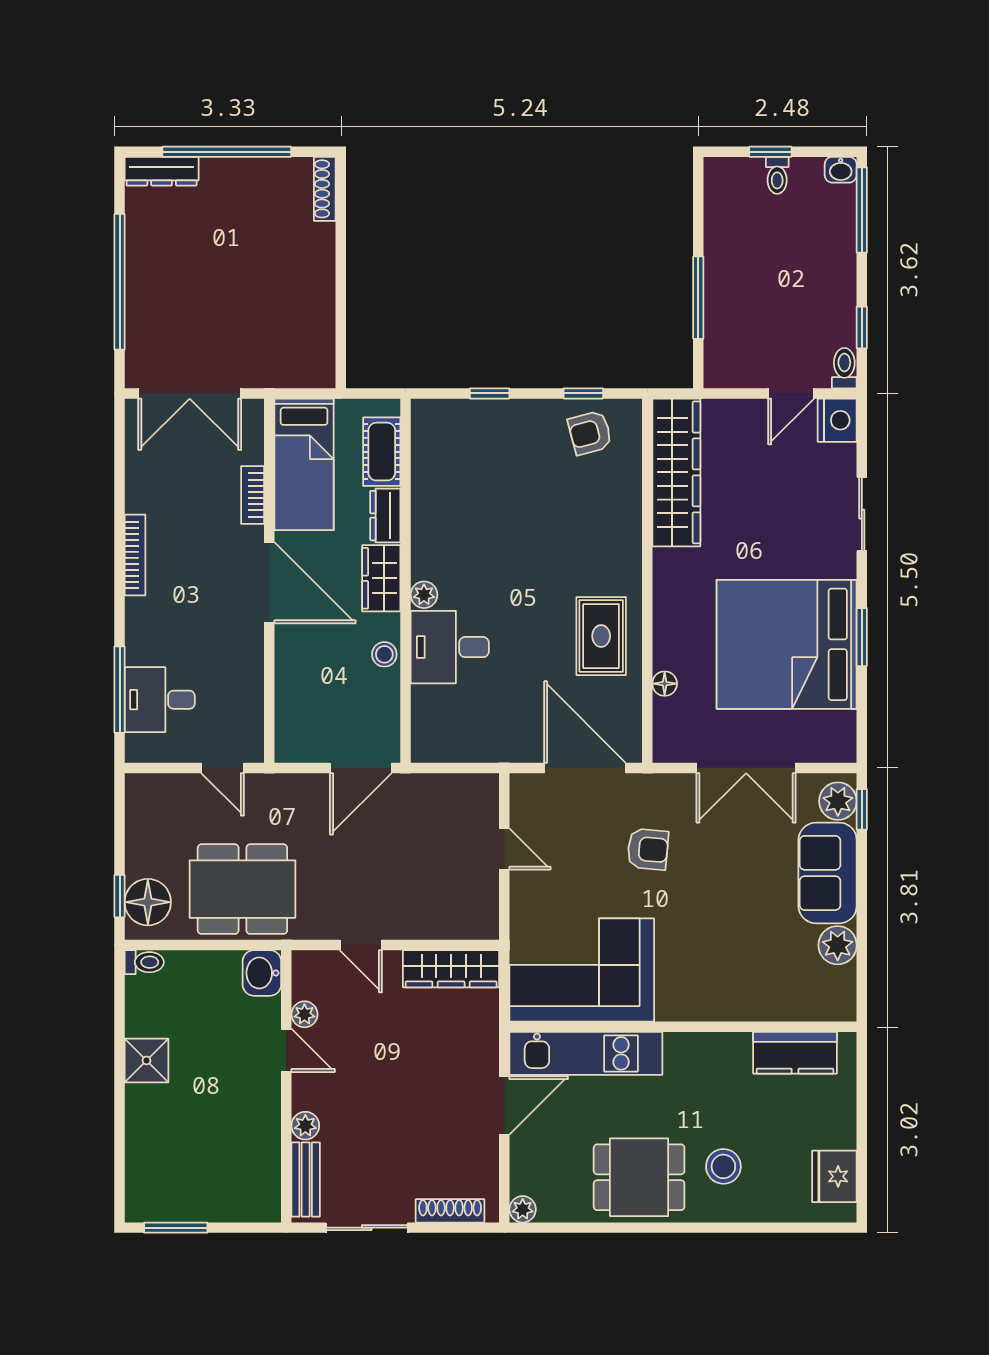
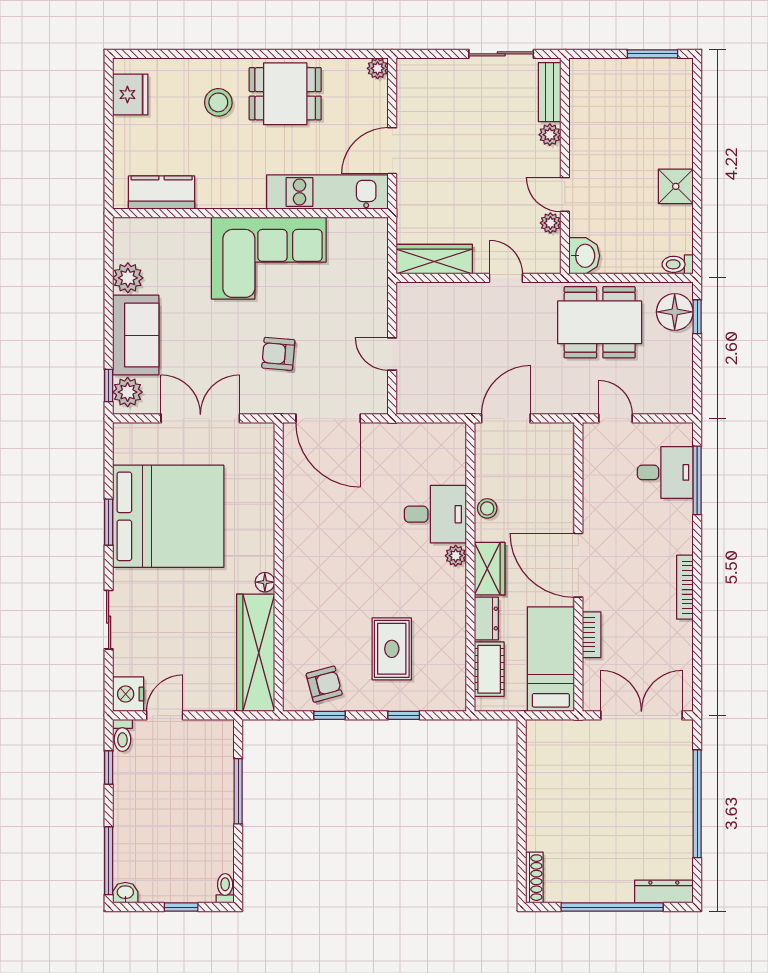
toilet: (777, 175) -> (225, 888), moved
rug: (601, 636) -> (392, 649), moved
floor lamp: (665, 684) -> (265, 582), moved
corner sofa: (582, 970) -> (269, 258), moved
shoe rack: (450, 1211) -> (435, 67), removed

